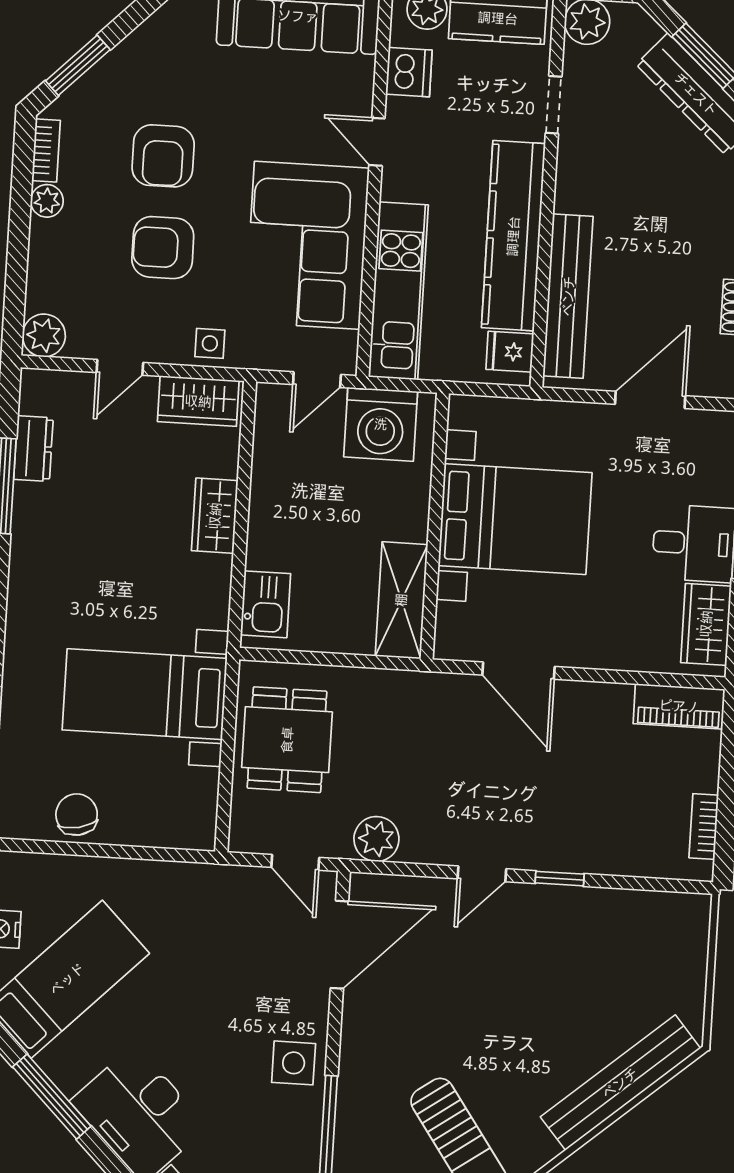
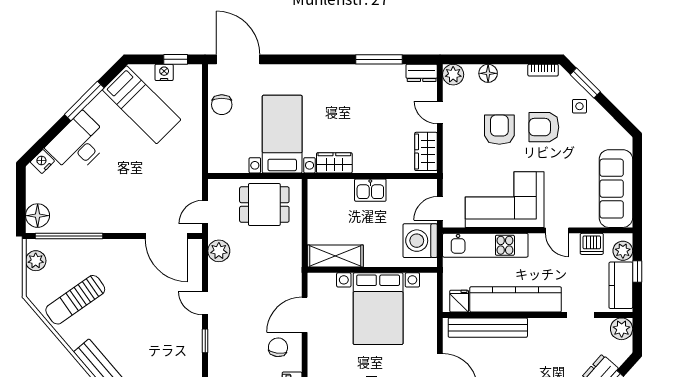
door: (377, 142) -> (557, 230), swing flipped
plant: (47, 201) -> (519, 72), removed
floor lamp: (46, 264) -> (488, 73), added
side table: (210, 343) -> (579, 106), moved
door: (317, 380) -> (440, 208), hinge flipped
dresser: (33, 449) -> (422, 73), moved
wardrobe: (215, 516) -> (334, 163), moved
kitchen sink: (266, 604) -> (370, 190), moved
chair: (582, 730) -> (278, 347), added
chair: (77, 815) -> (222, 105), turned 102
side table: (294, 1063) -> (108, 217), removed

